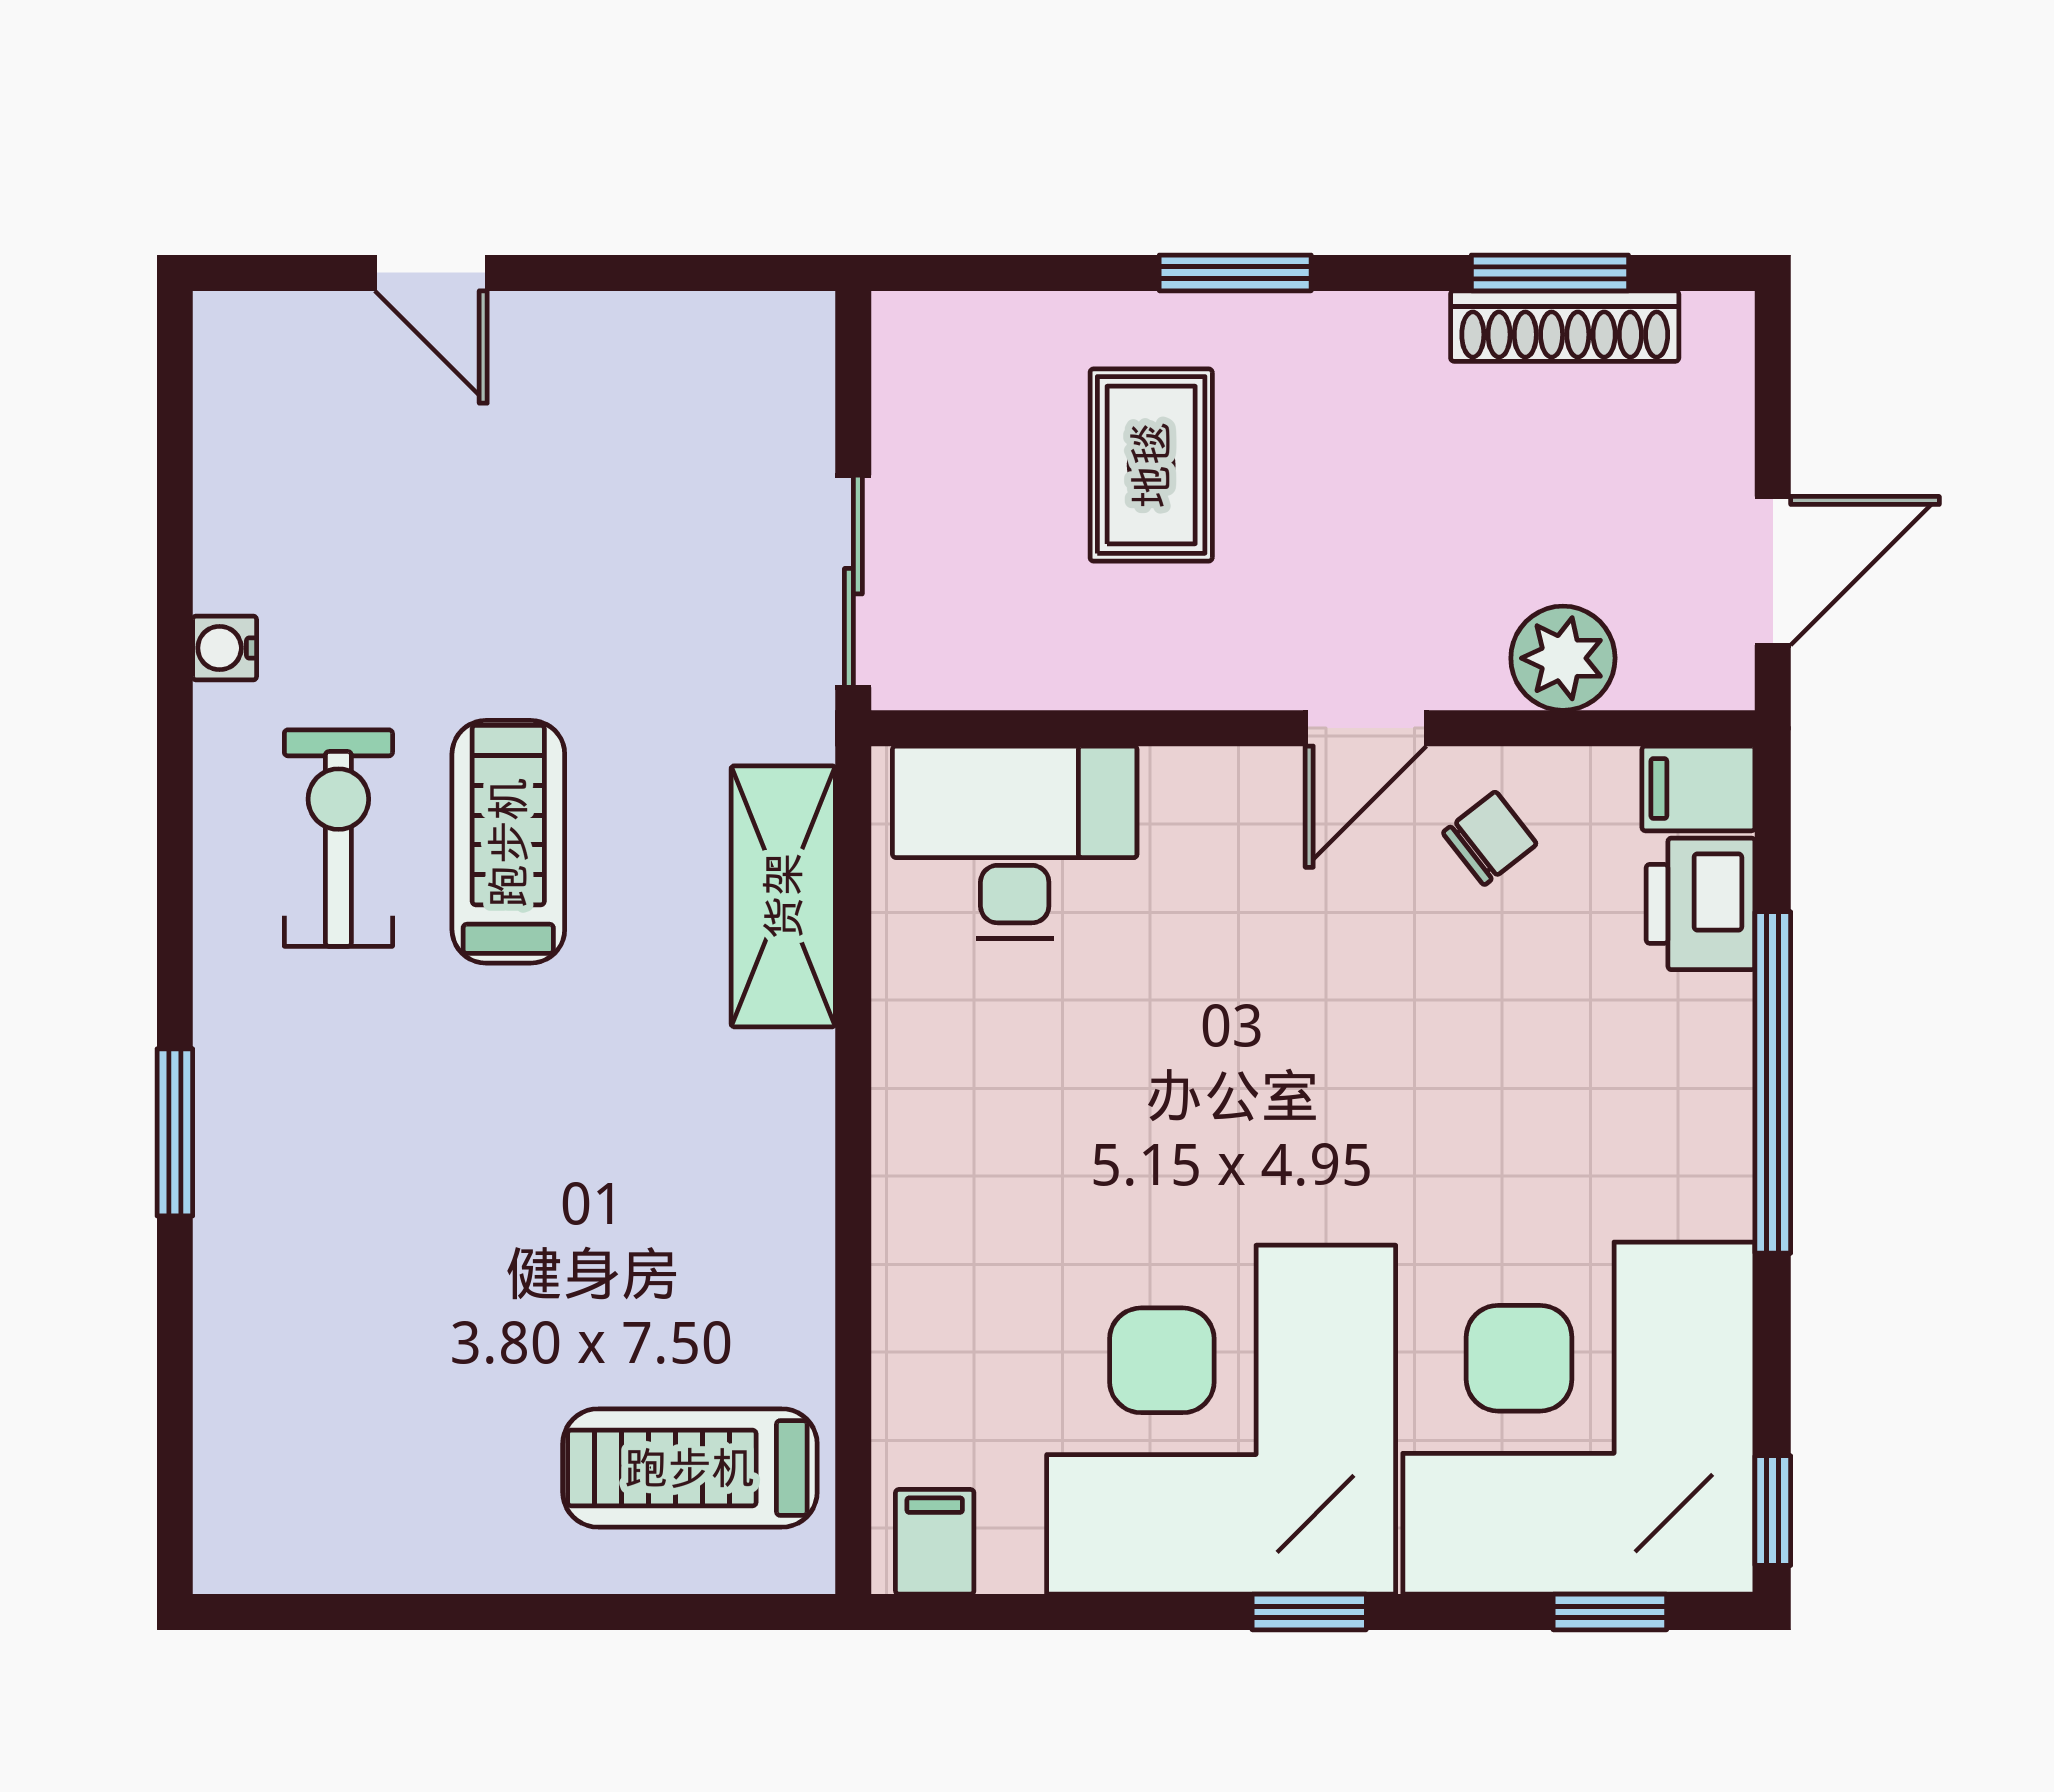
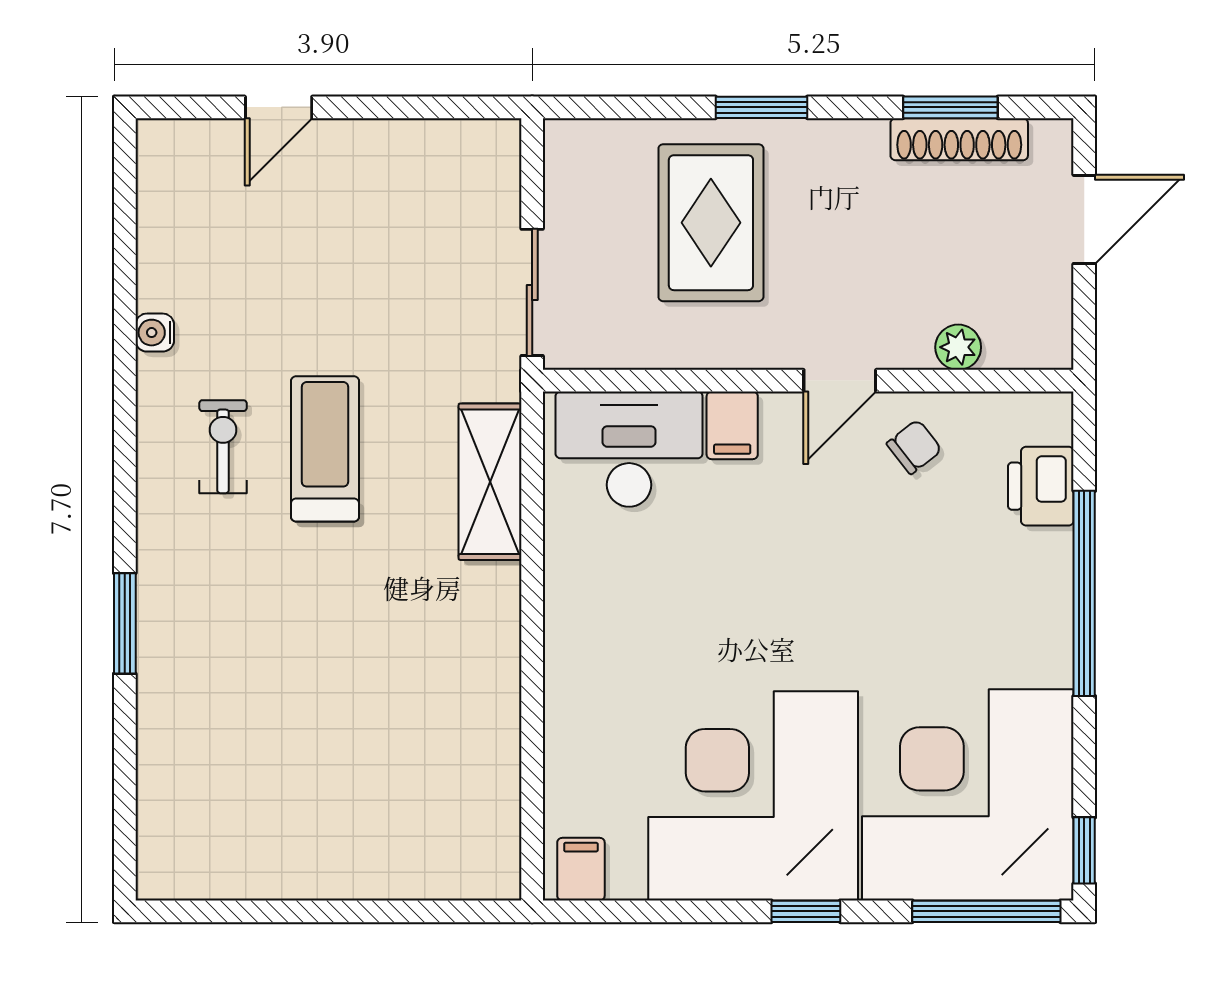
door: (431, 273) -> (279, 107), hinge flipped
rug: (1151, 465) -> (711, 223), width x1.36, depth x1.43
door: (1773, 571) -> (1084, 219), moved
plant: (1563, 658) -> (958, 347), width x0.73, depth x0.73
filing cabinet: (1698, 788) -> (732, 425), moved, turned -90
exercise bike: (338, 838) -> (223, 447), width x0.73, depth x0.72
treadmill: (690, 1468) -> (434, 825), removed
window: (1610, 1612) -> (986, 911), width x2.17

